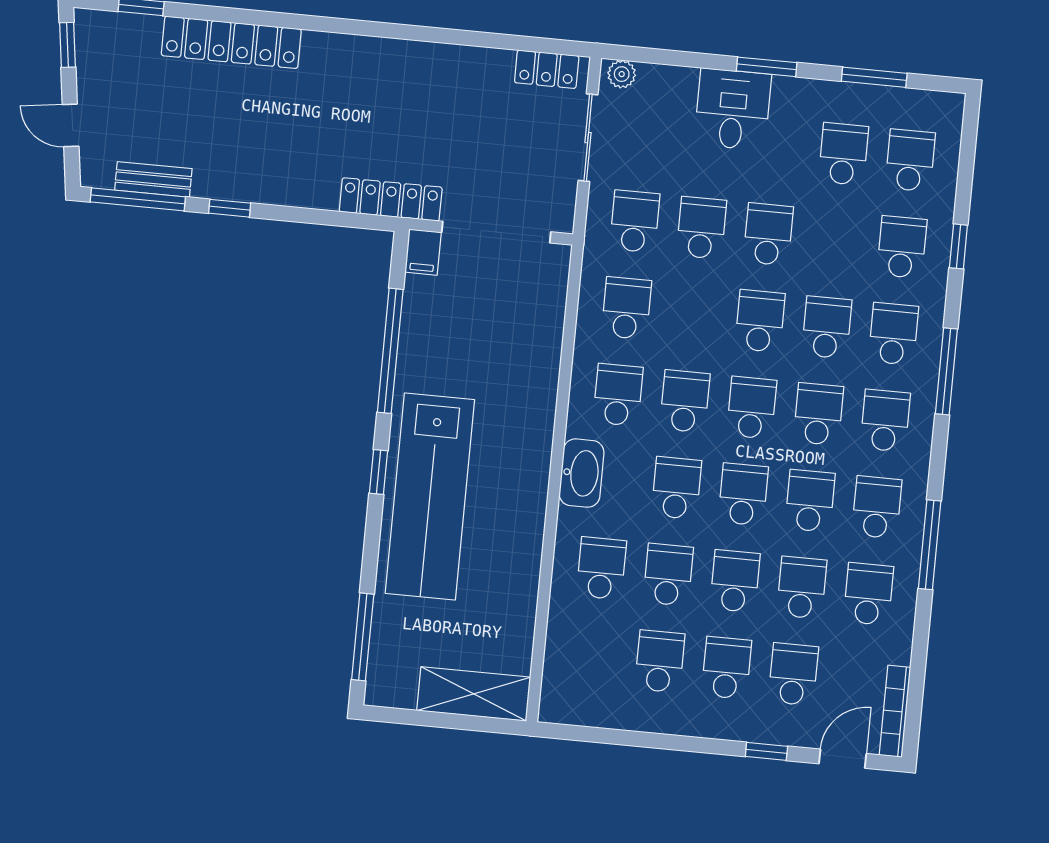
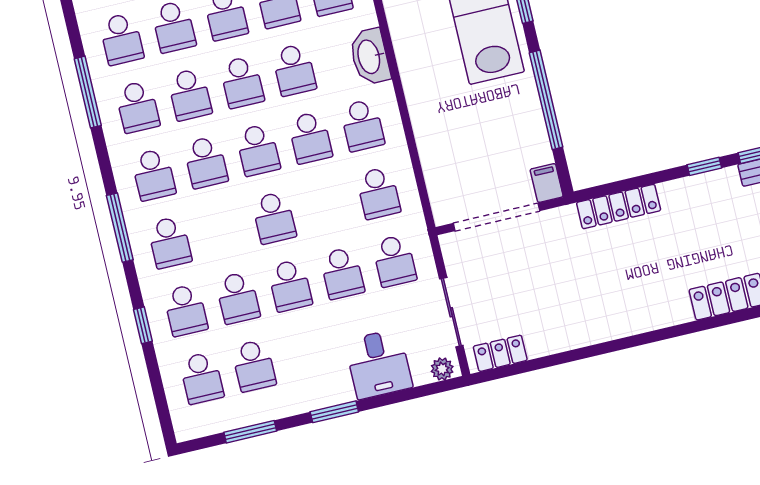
desk: (733, 109) -> (379, 364), moved
locker: (391, 199) -> (619, 207), moved
school desk: (827, 327) -> (238, 298), moved

